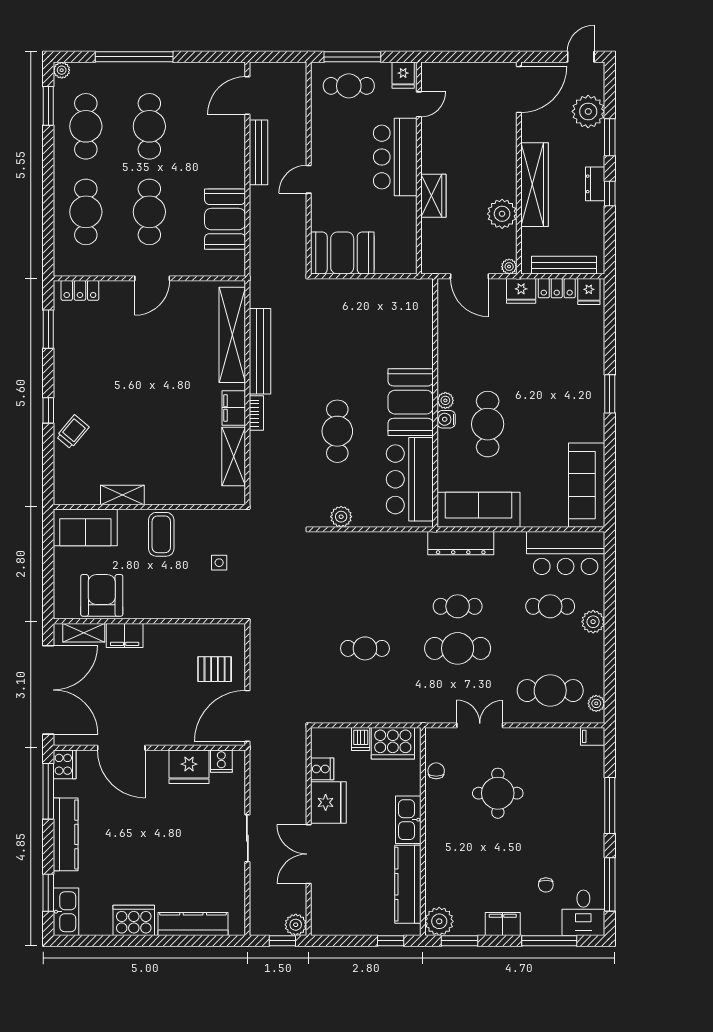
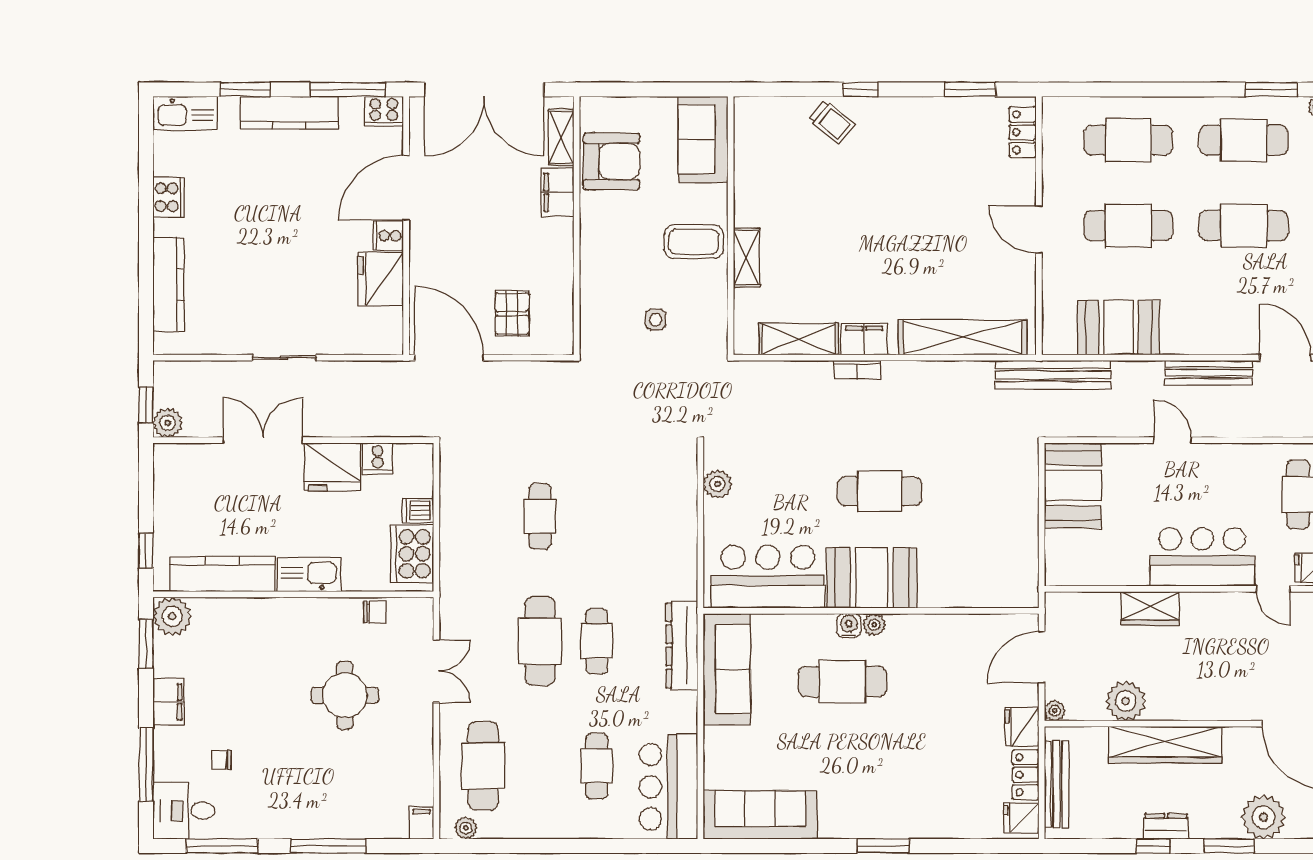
bench: (260, 351) -> (1053, 375), moved
cafe table: (337, 431) -> (880, 491), moved
shelving: (122, 495) -> (747, 258), moved
plant: (593, 622) -> (576, 824), removed
cooker: (221, 761) -> (388, 236), moved
window: (48, 893) -> (245, 89), moved
cooker: (134, 920) -> (169, 197), width x0.73, depth x0.76

